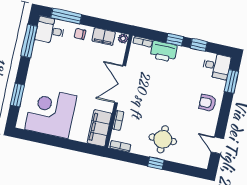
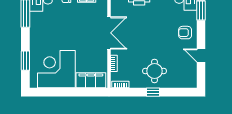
double door: (120, 84) -> (109, 33), swing flipped
filing cabinet: (99, 128) -> (91, 80), moved, turned 90
door: (217, 145) -> (201, 56), moved

